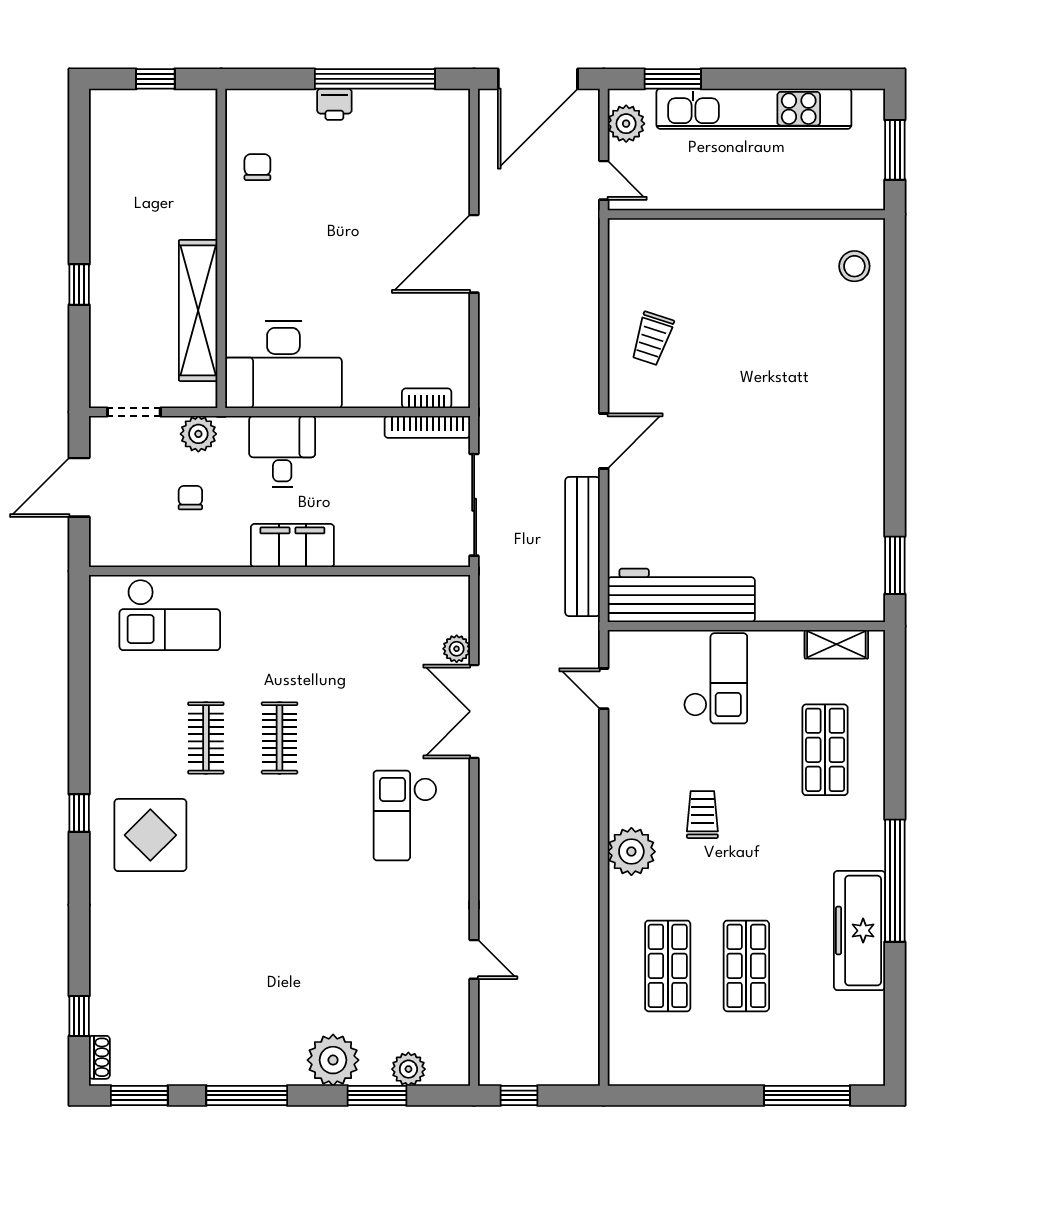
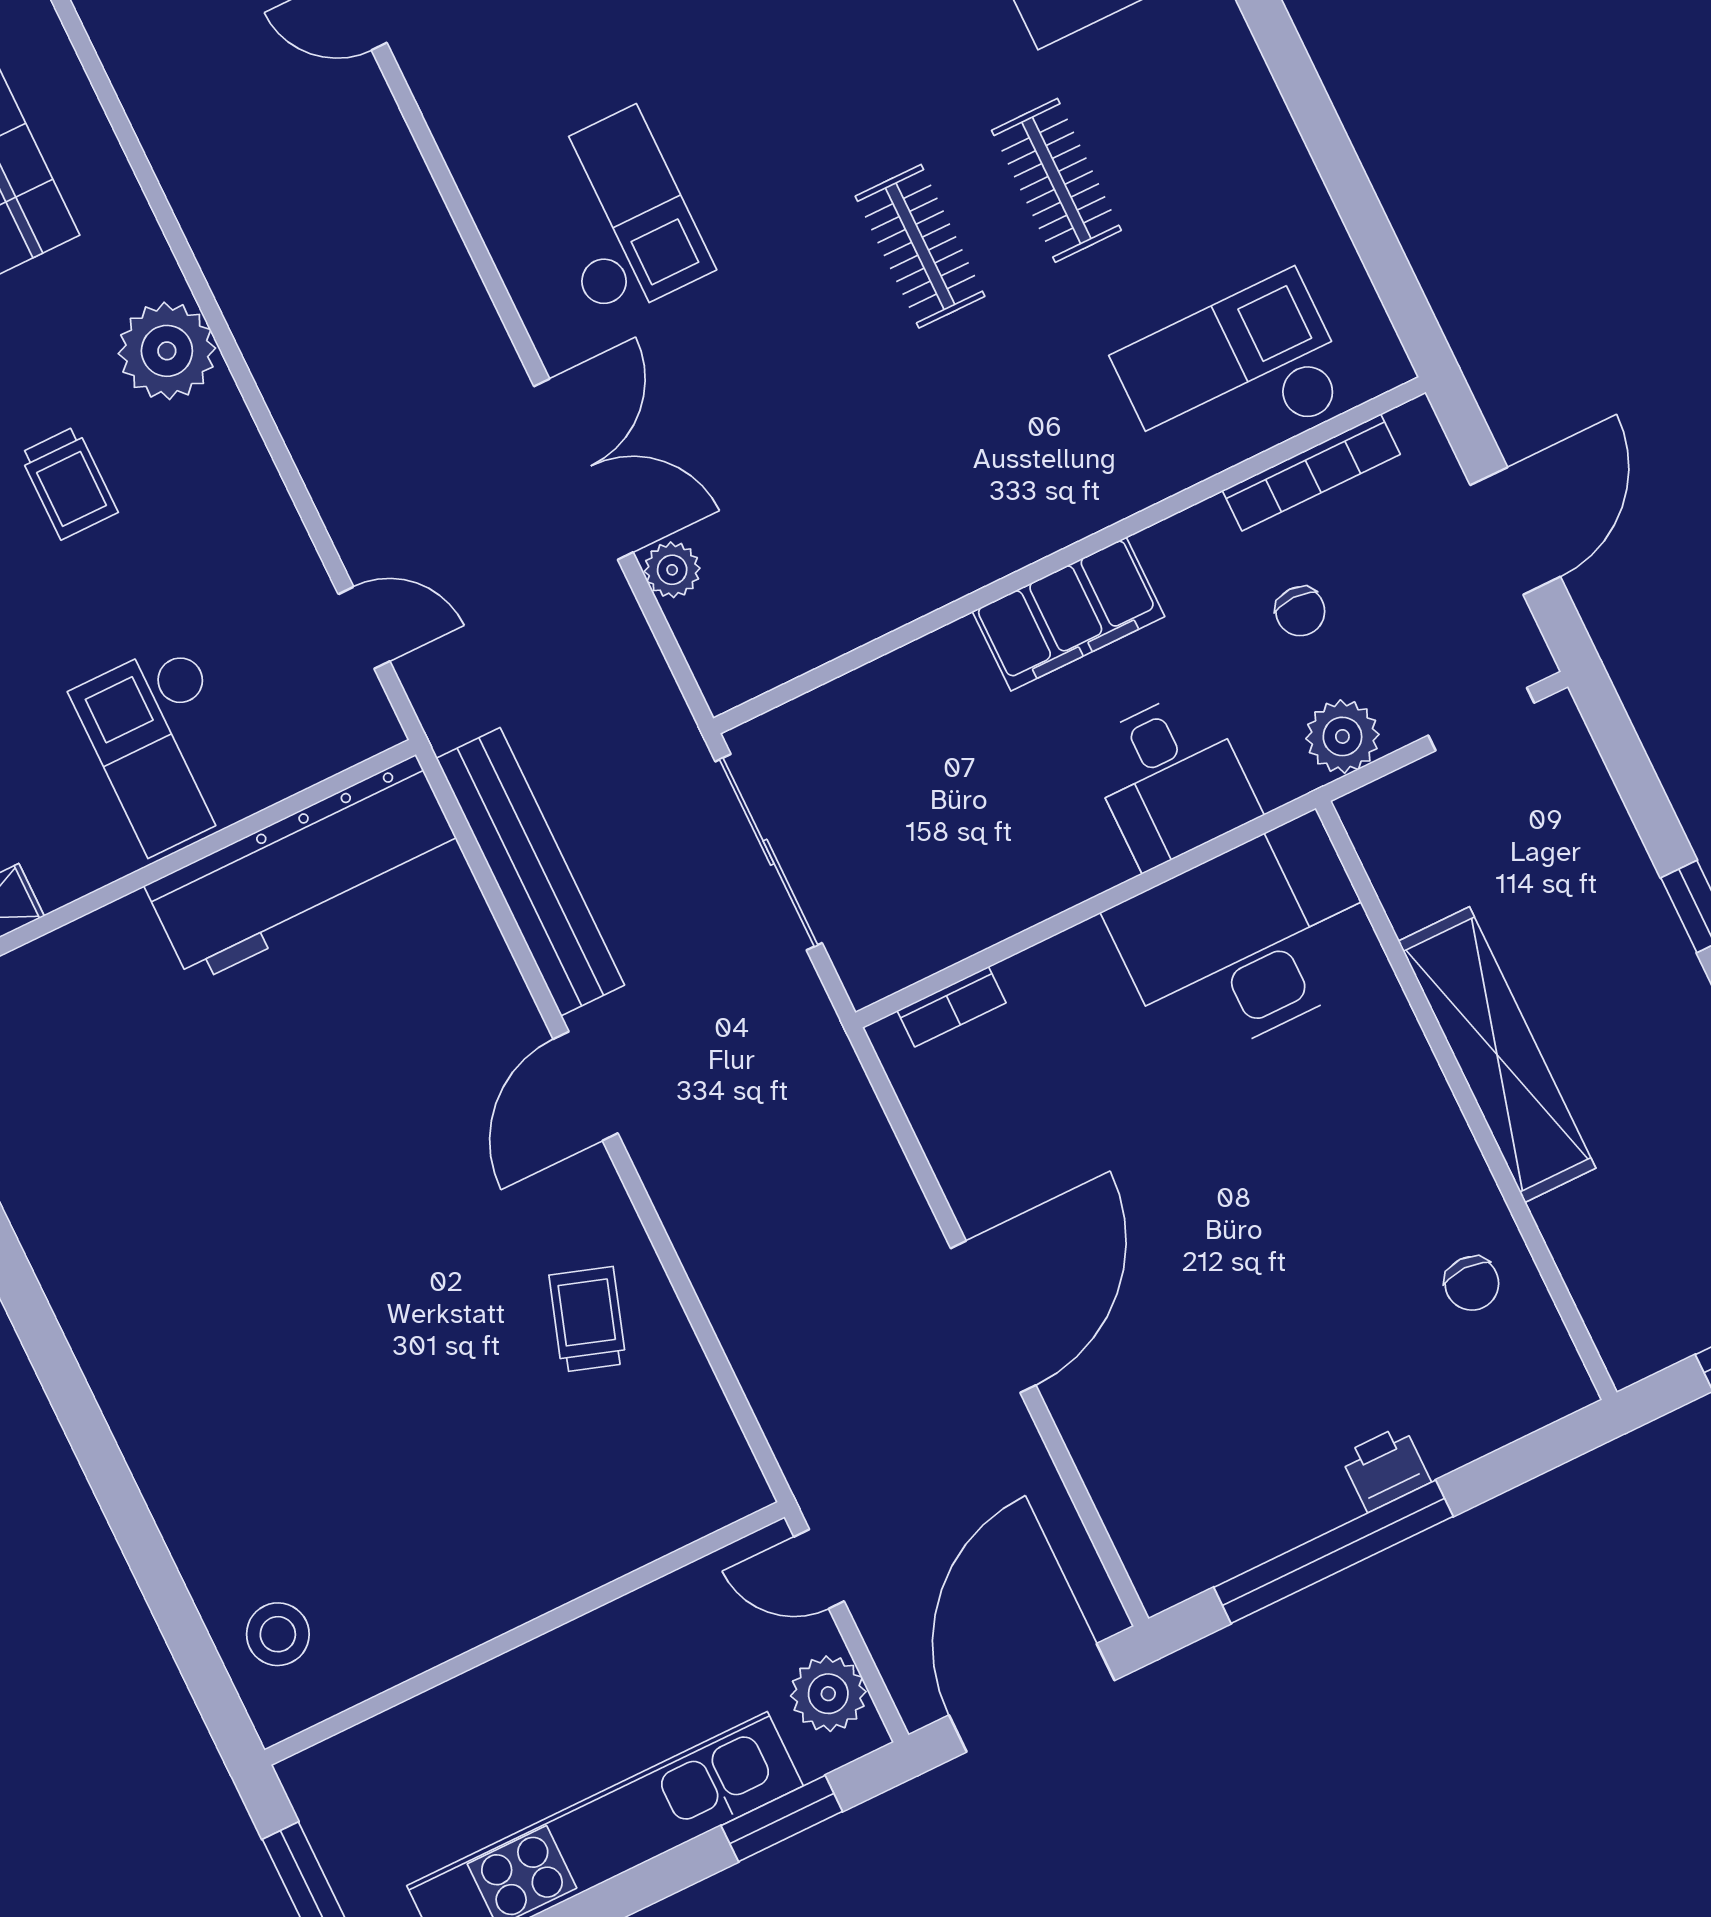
shelving: (198, 310) -> (1497, 1055), moved
bookcase: (427, 427) -> (1311, 472), moved, turned 180

